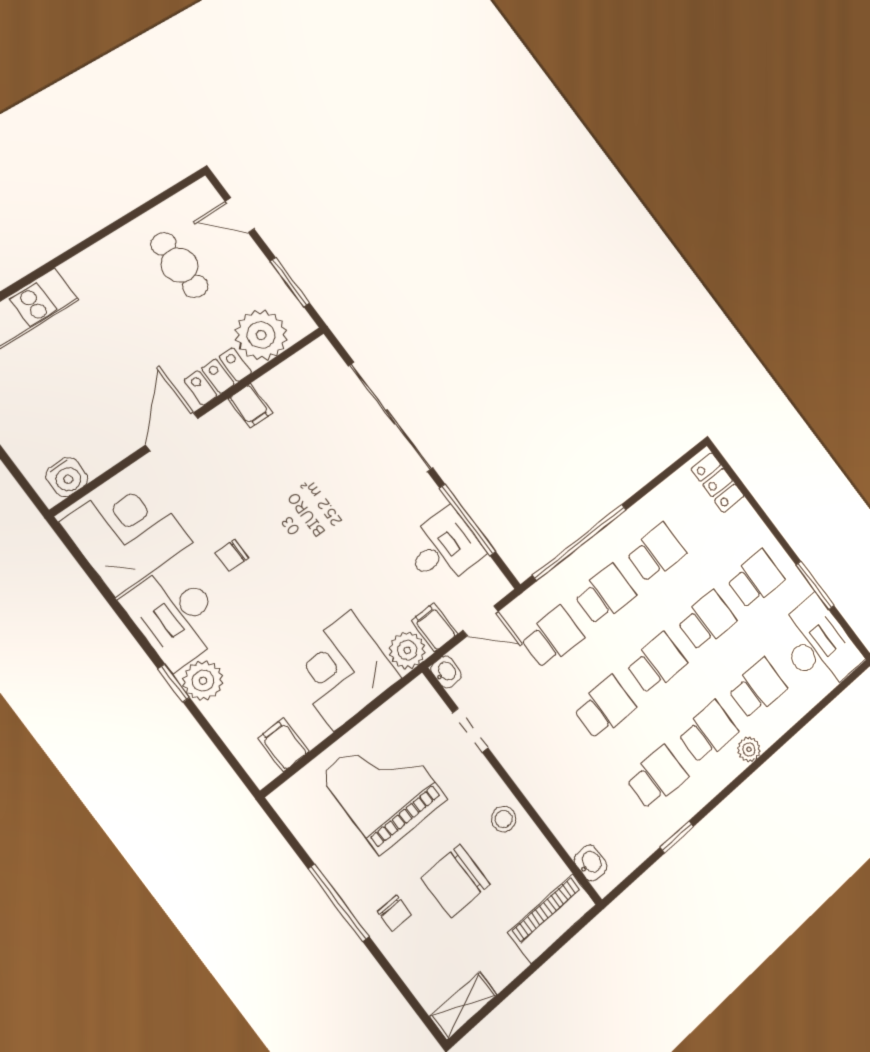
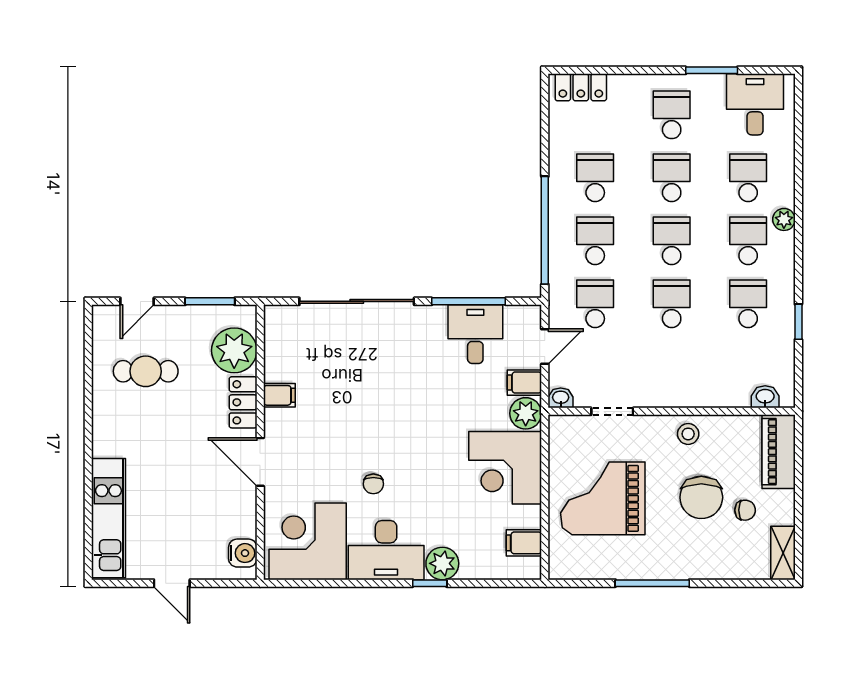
desk: (818, 645) -> (755, 104), width x0.73
chair: (394, 913) -> (745, 510), moved

